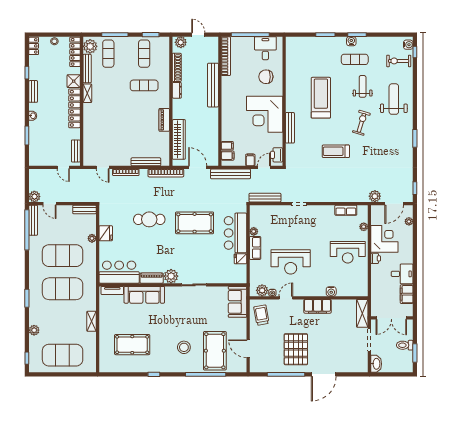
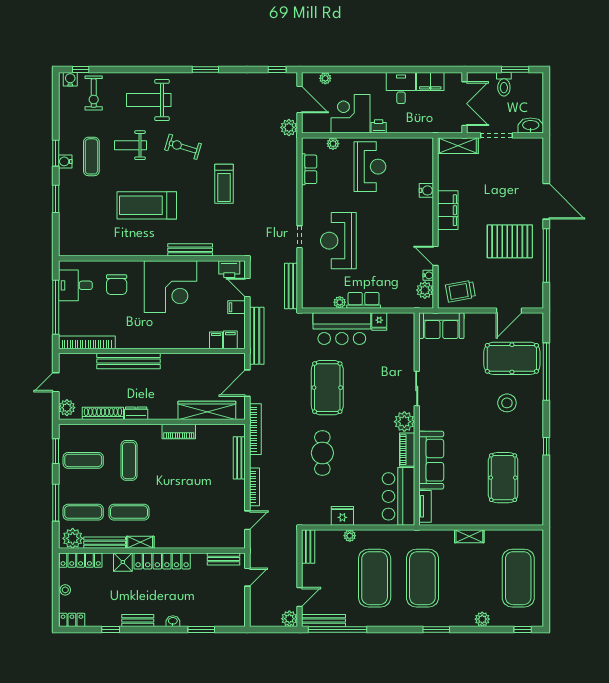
exercise mat: (108, 85) -> (129, 512), added
reception desk: (291, 262) -> (338, 241), moved, turned 180

